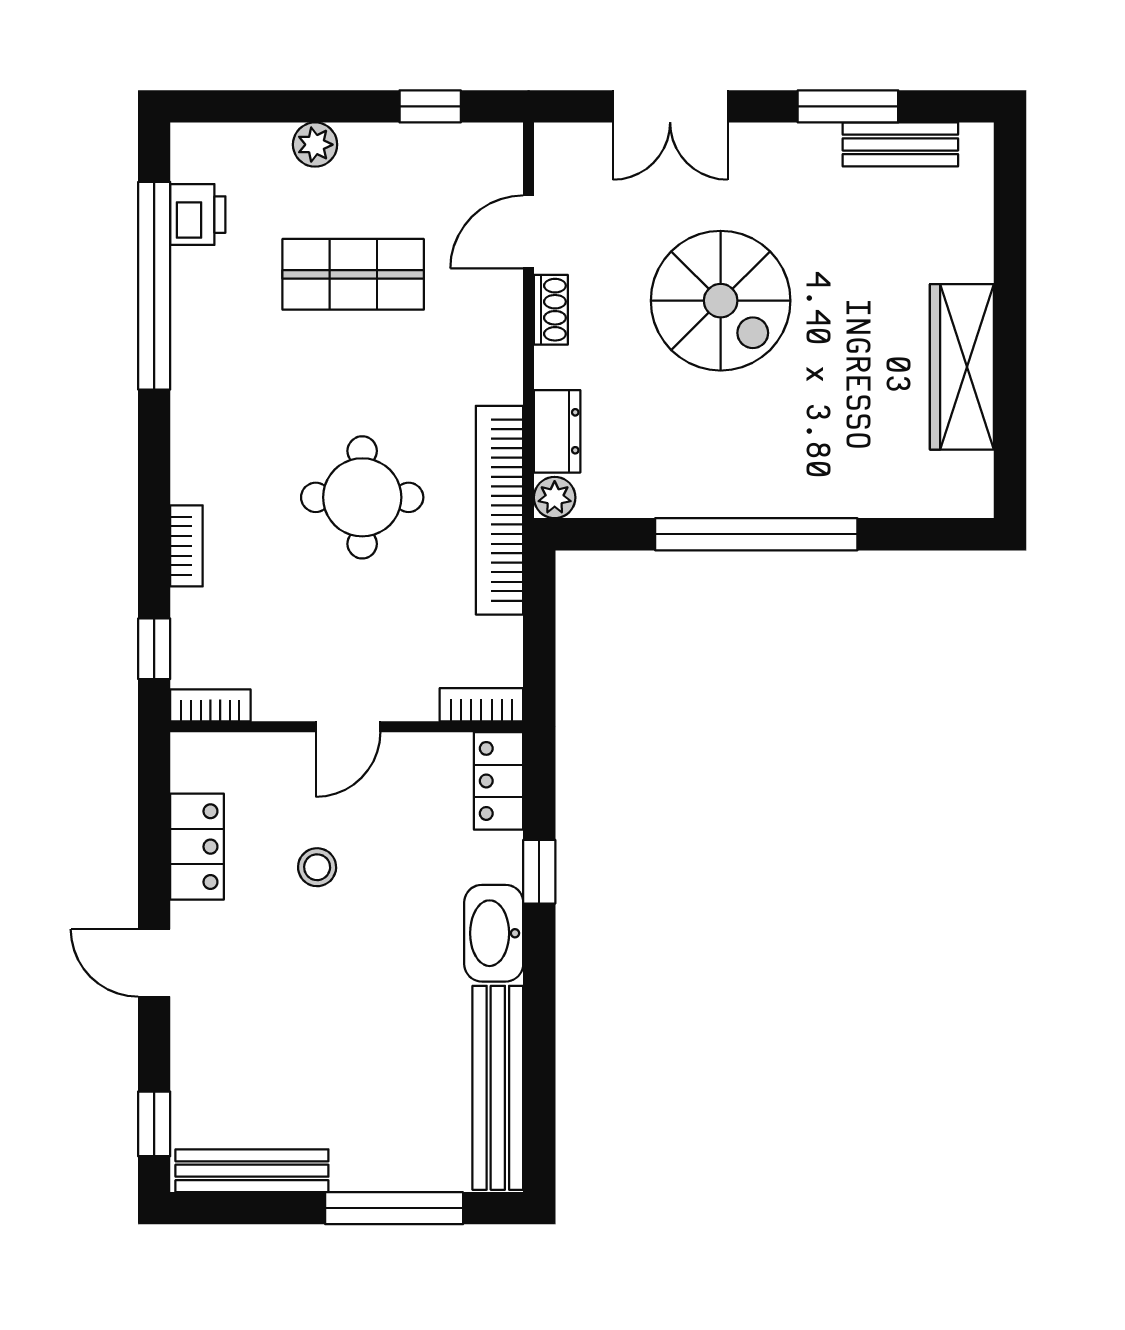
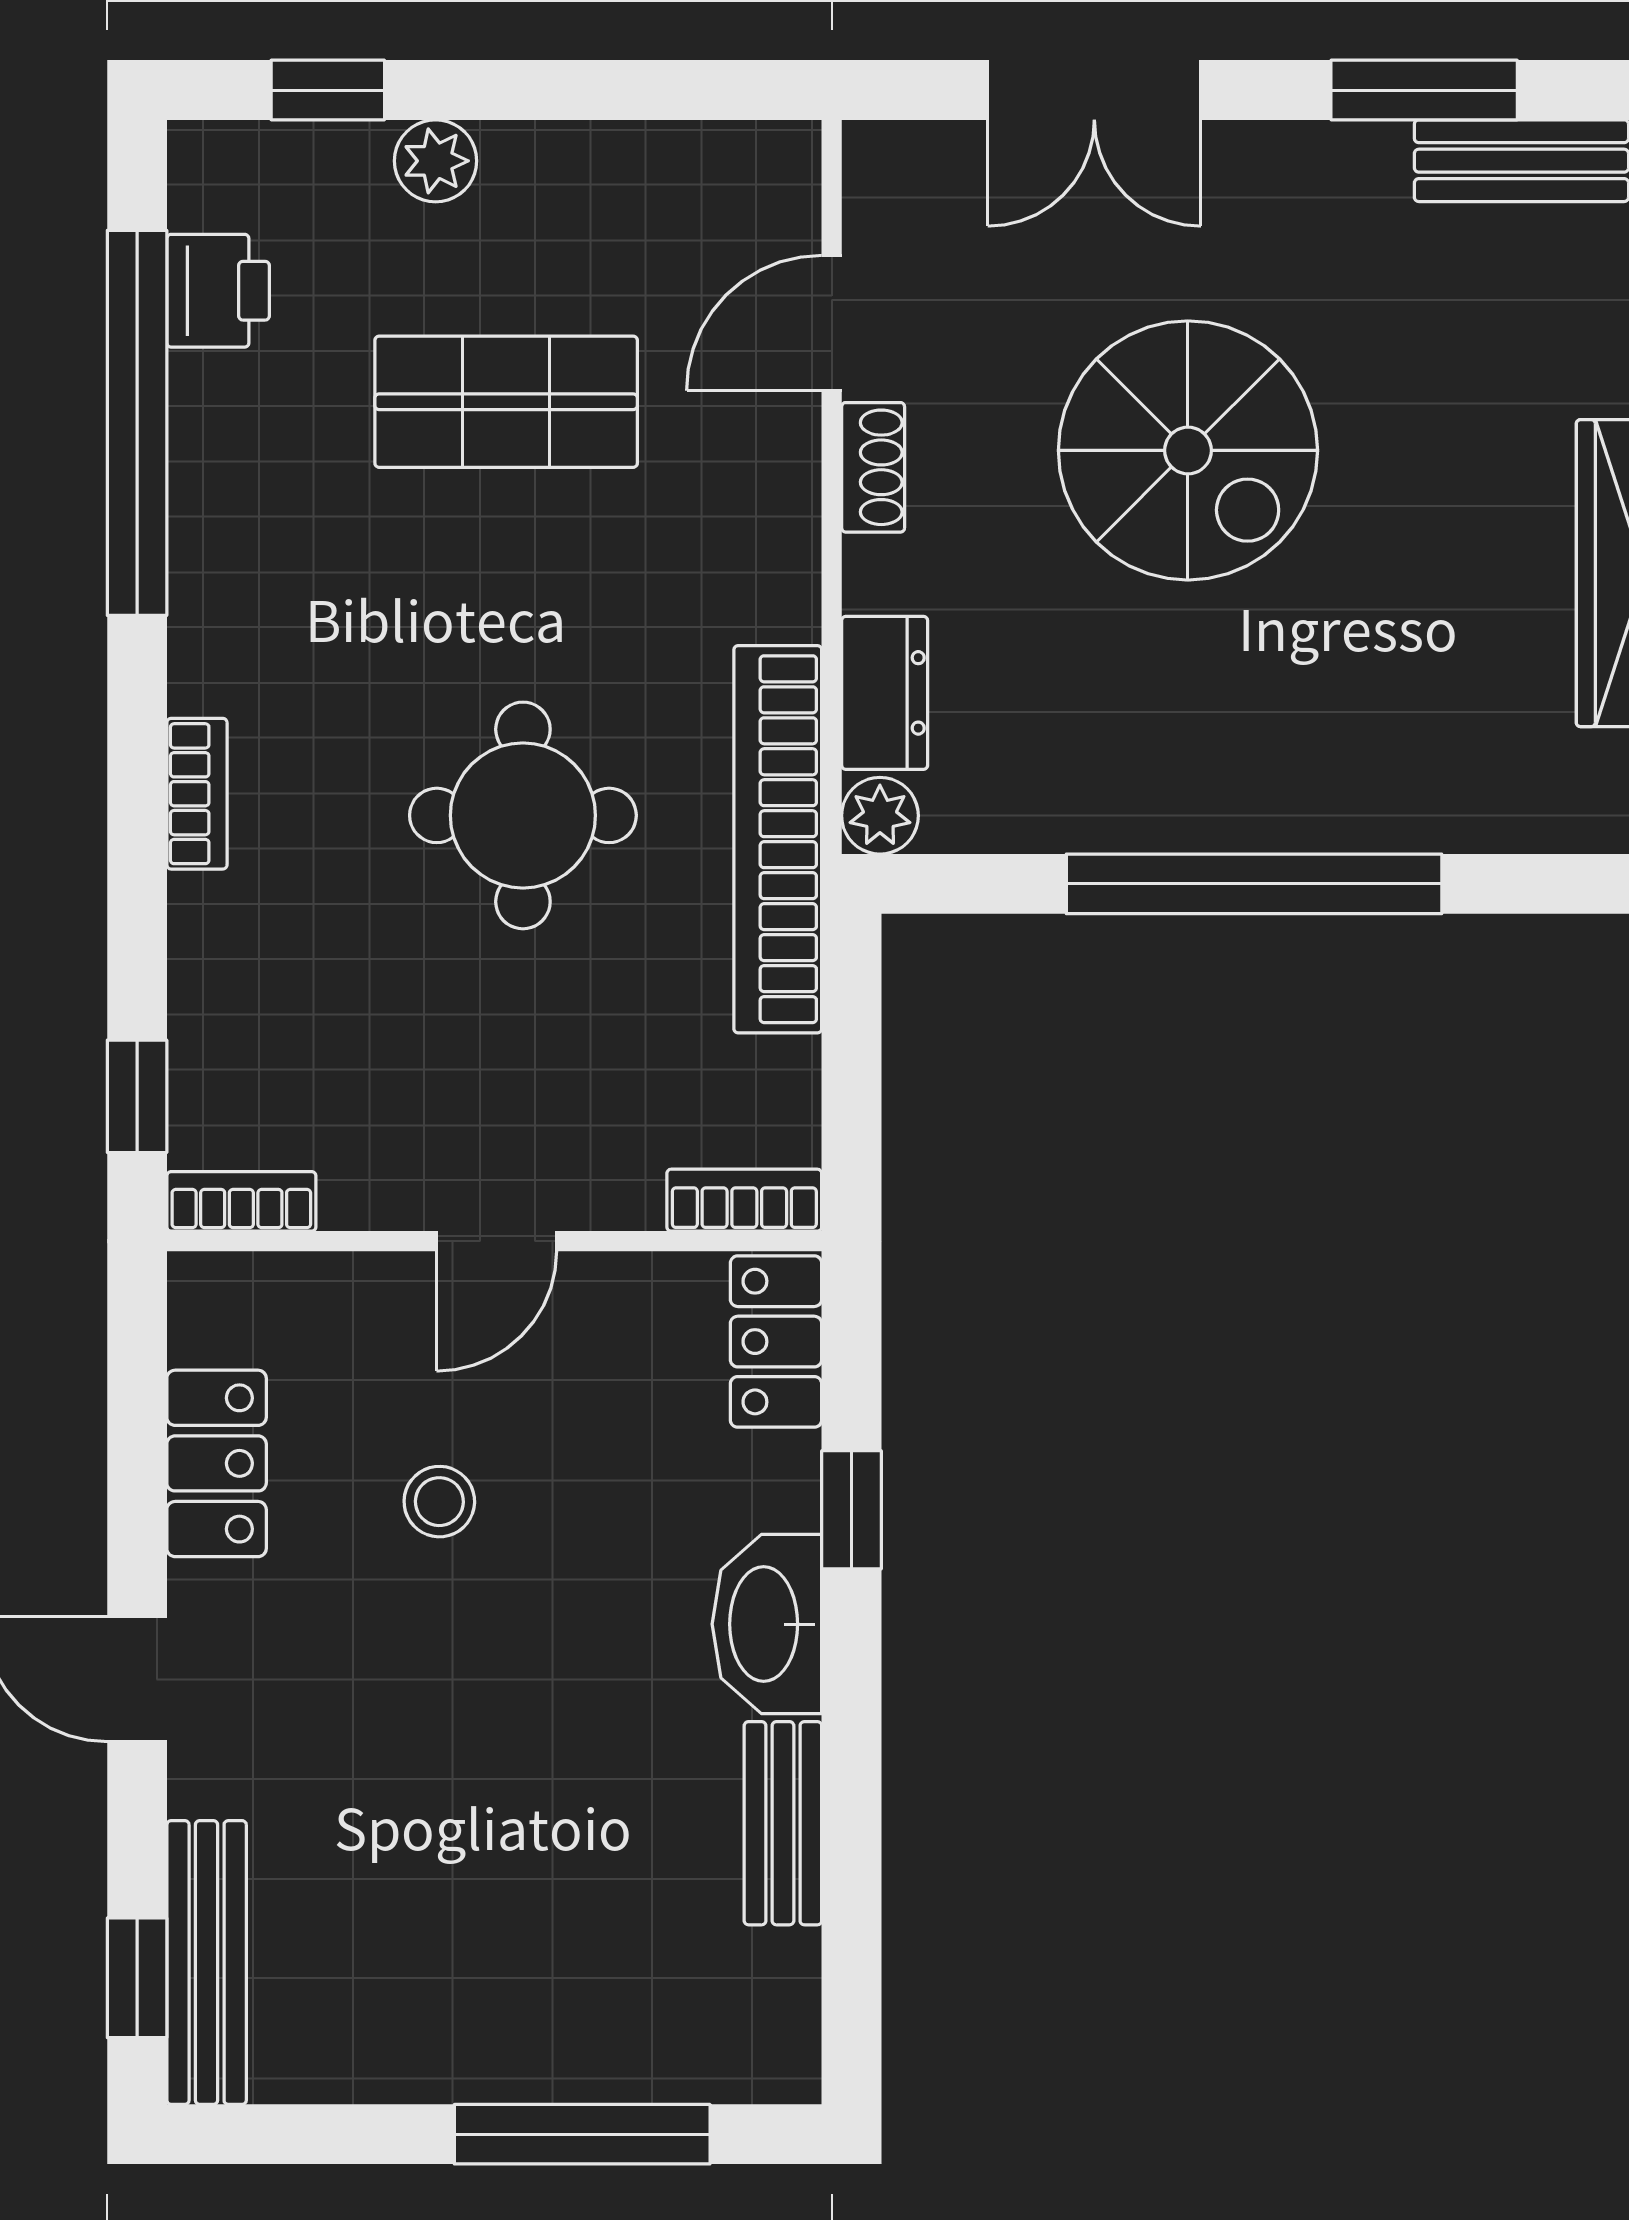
window: (430, 106) -> (328, 90), moved
bookcase: (186, 546) -> (197, 794), moved
bench: (498, 1088) -> (783, 1823), width x0.54, depth x0.82
bench: (252, 1171) -> (207, 1963), moved, turned 90

